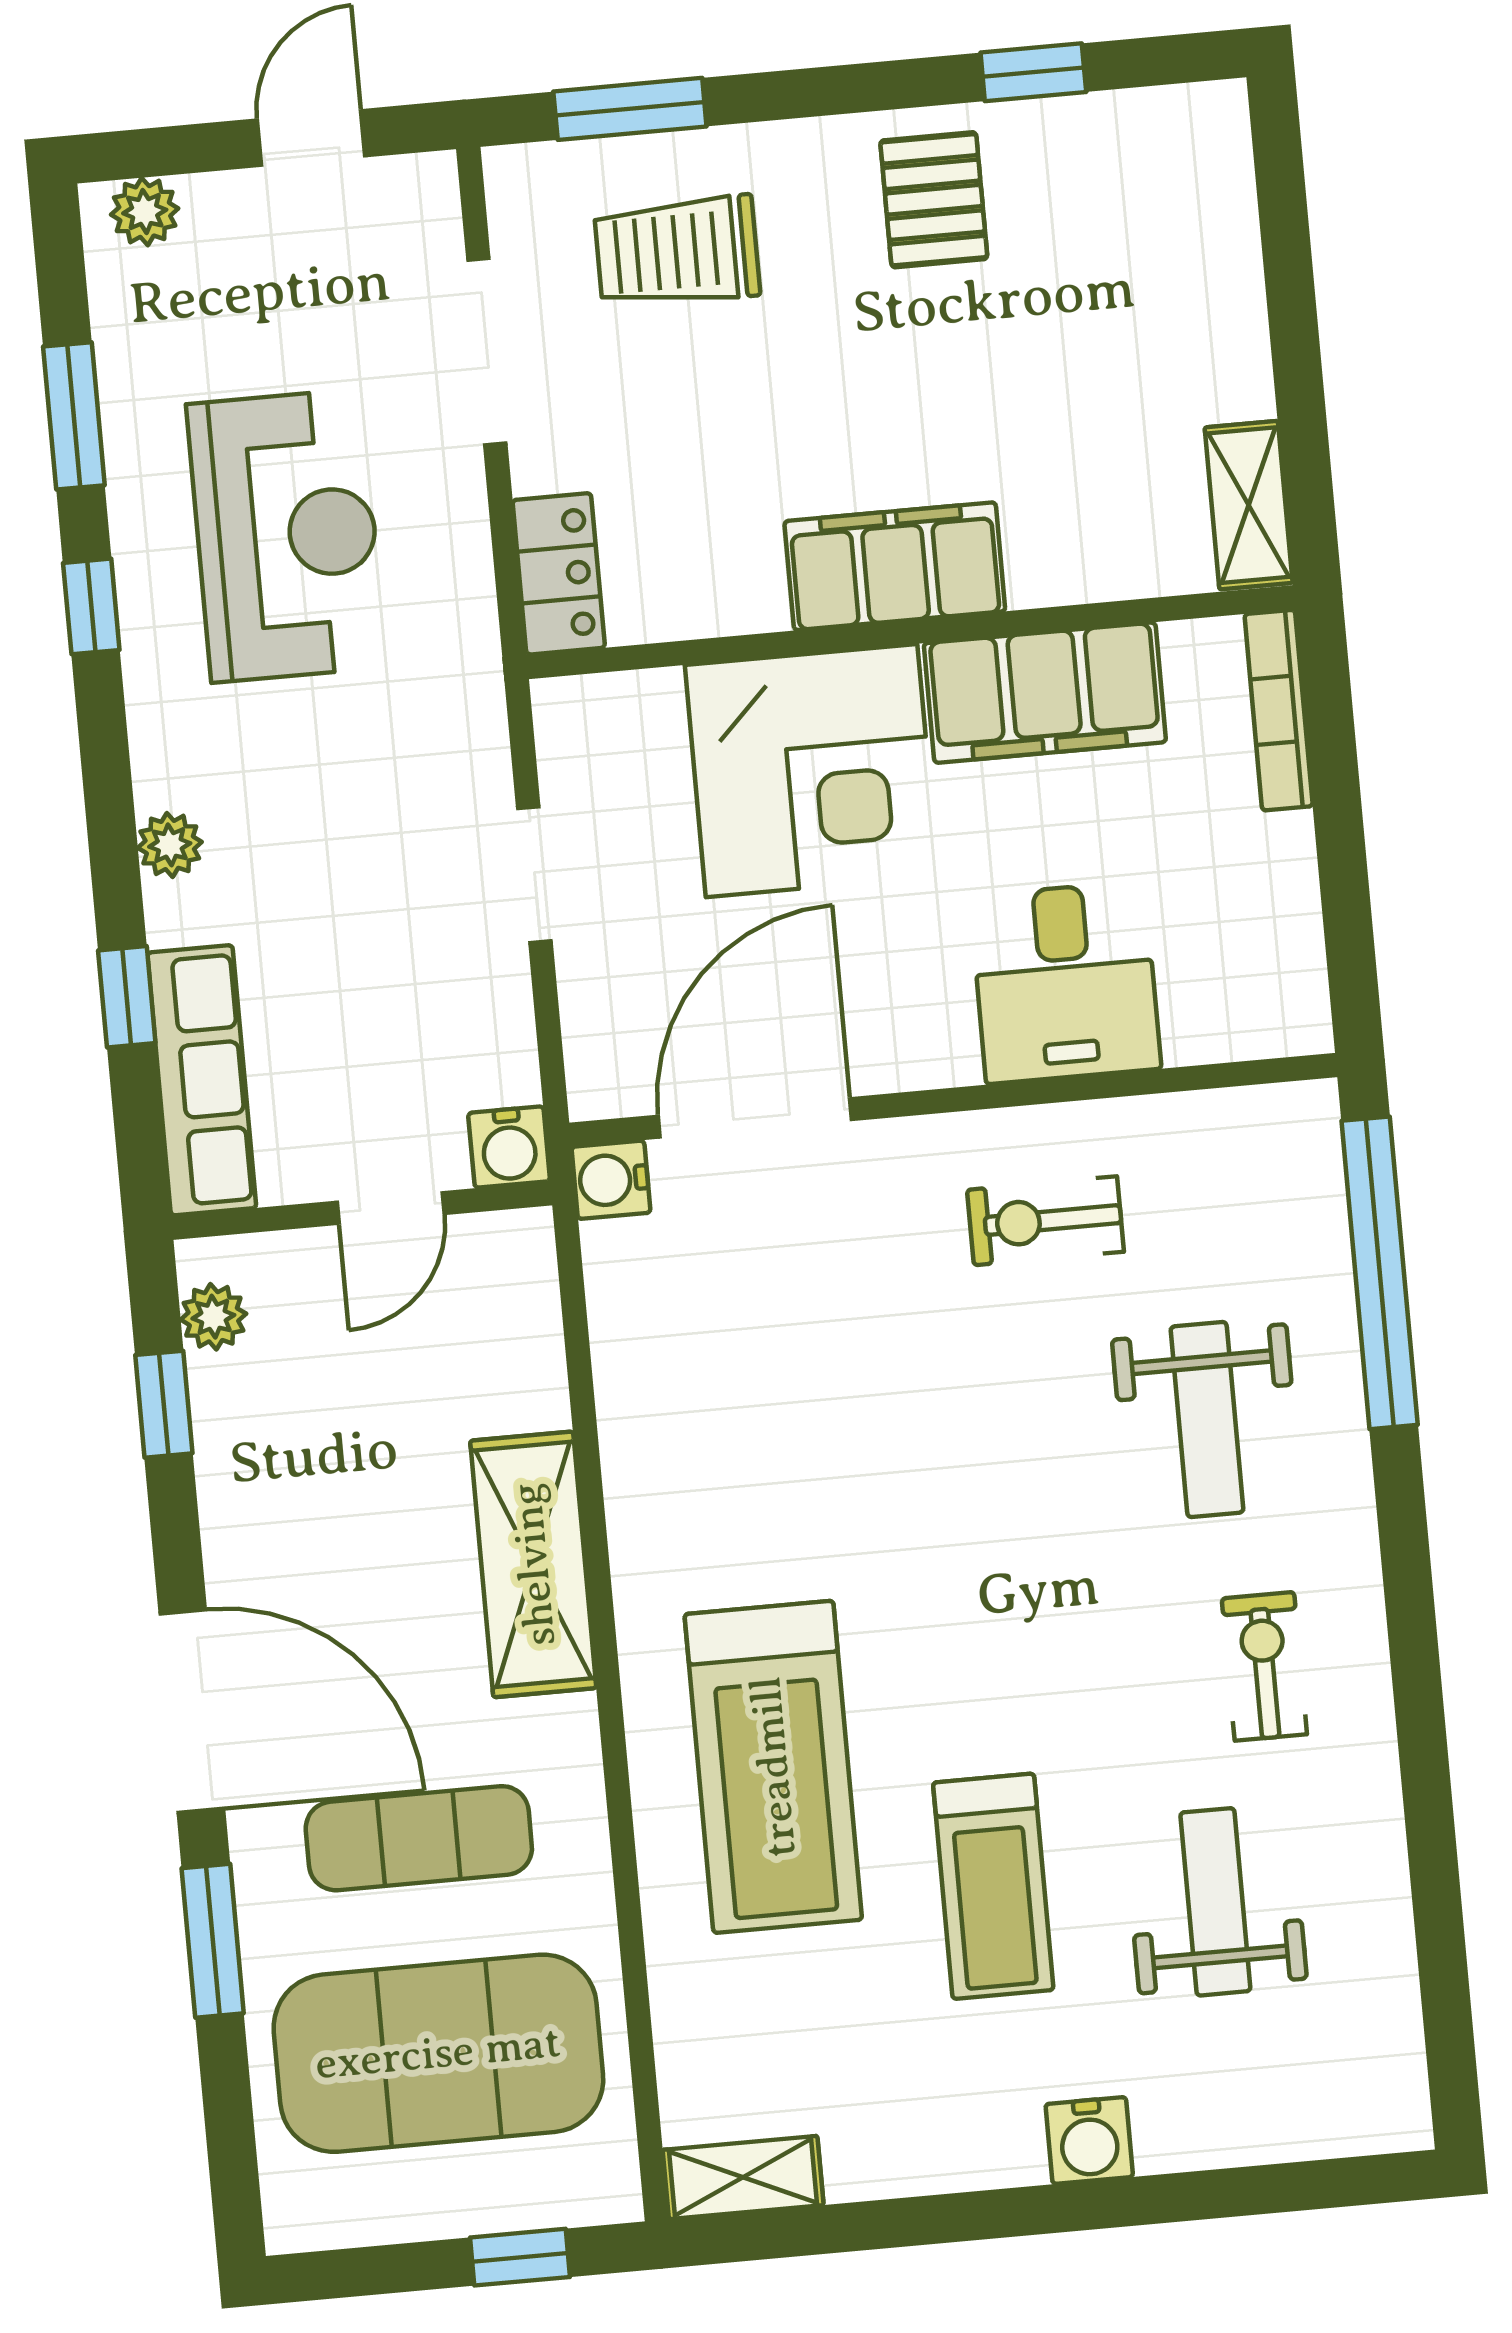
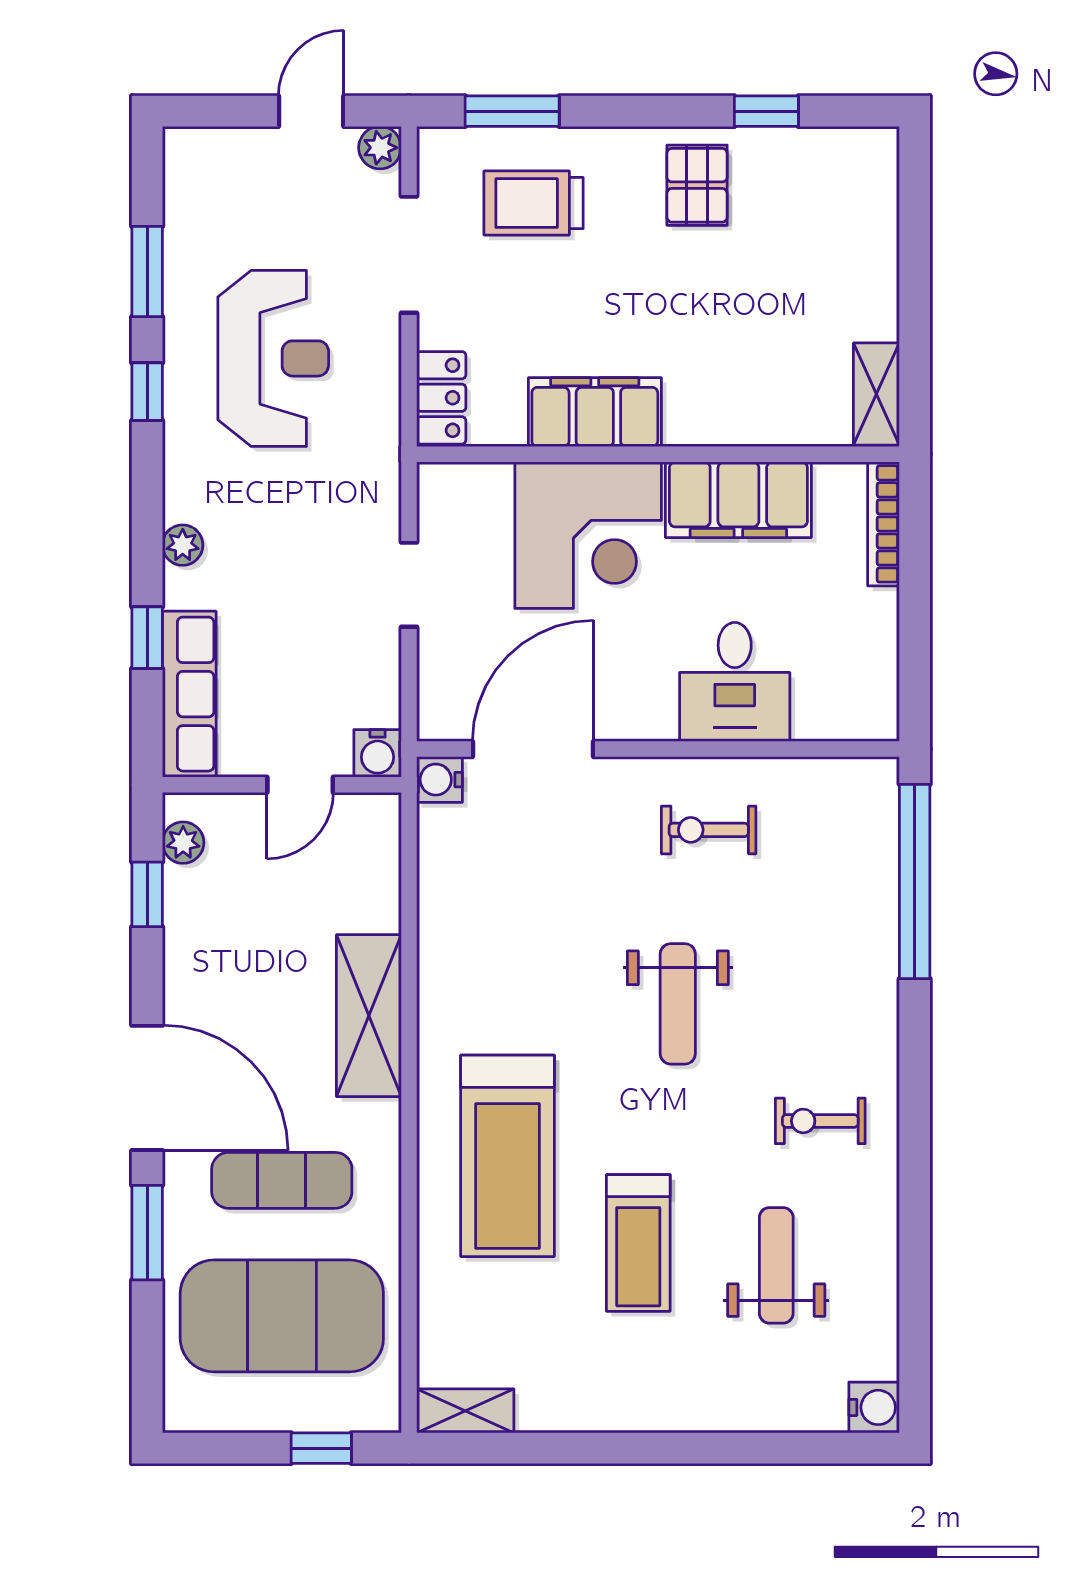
plant: (145, 212) -> (380, 148), moved
filing cabinet: (895, 566) -> (595, 412), moved
weight bench: (1207, 1420) -> (678, 1004), moved
exercise bike: (1264, 1666) -> (820, 1121), turned -90
water cooler: (1089, 2140) -> (874, 1407), moved, turned -90

